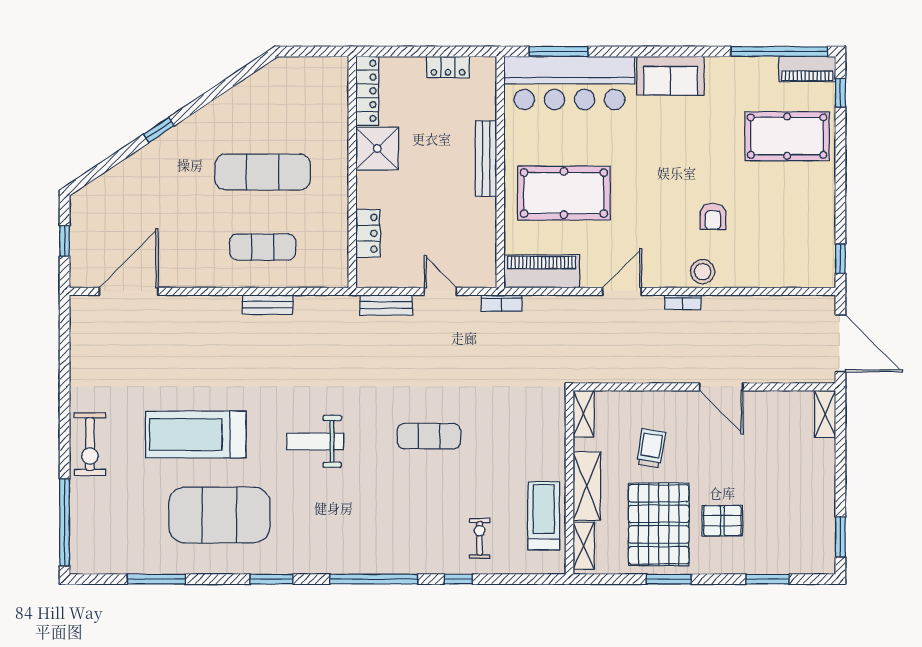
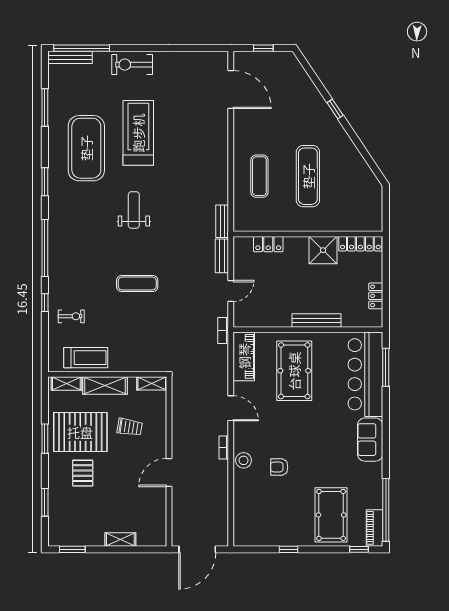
window: (840, 259) -> (288, 549), moved
bench: (267, 305) -> (222, 221), moved
shelving: (825, 414) -> (120, 539), moved
exercise mat: (429, 436) -> (137, 283), turned 90
bench: (79, 540) -> (70, 57), added

